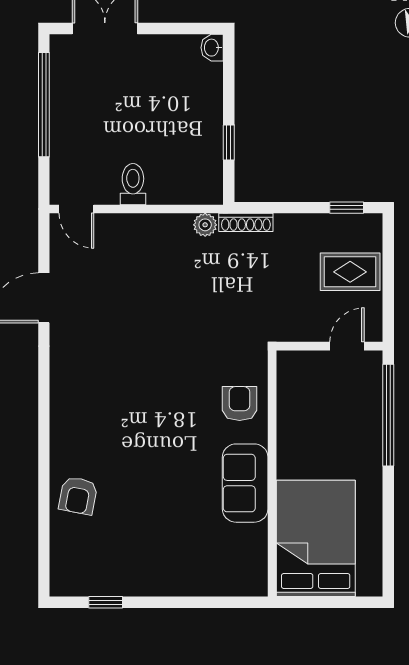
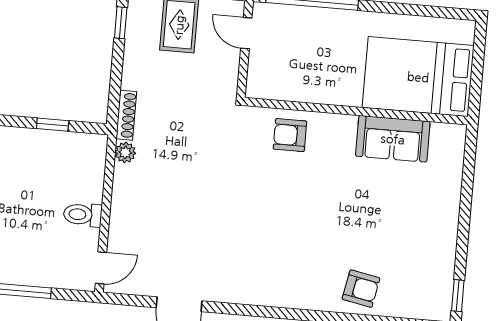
sofa: (245, 483) -> (393, 139), moved
window: (106, 602) -> (458, 296), moved

